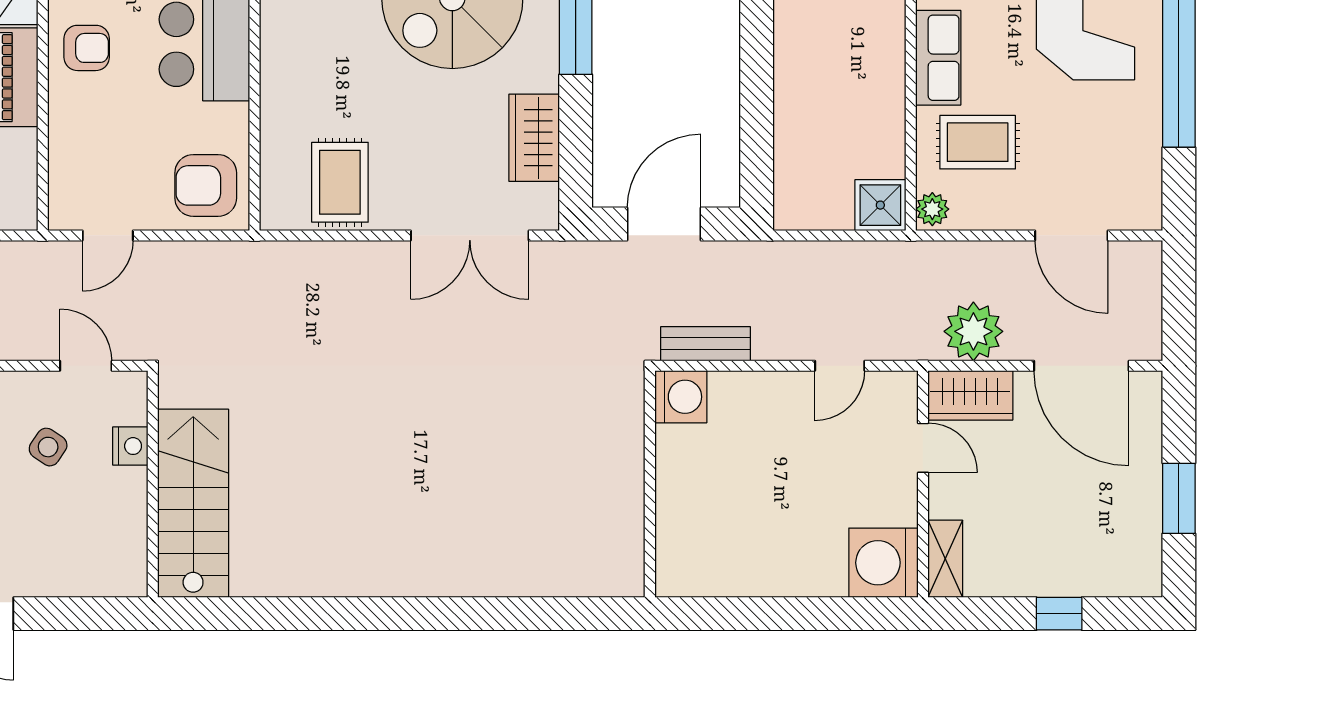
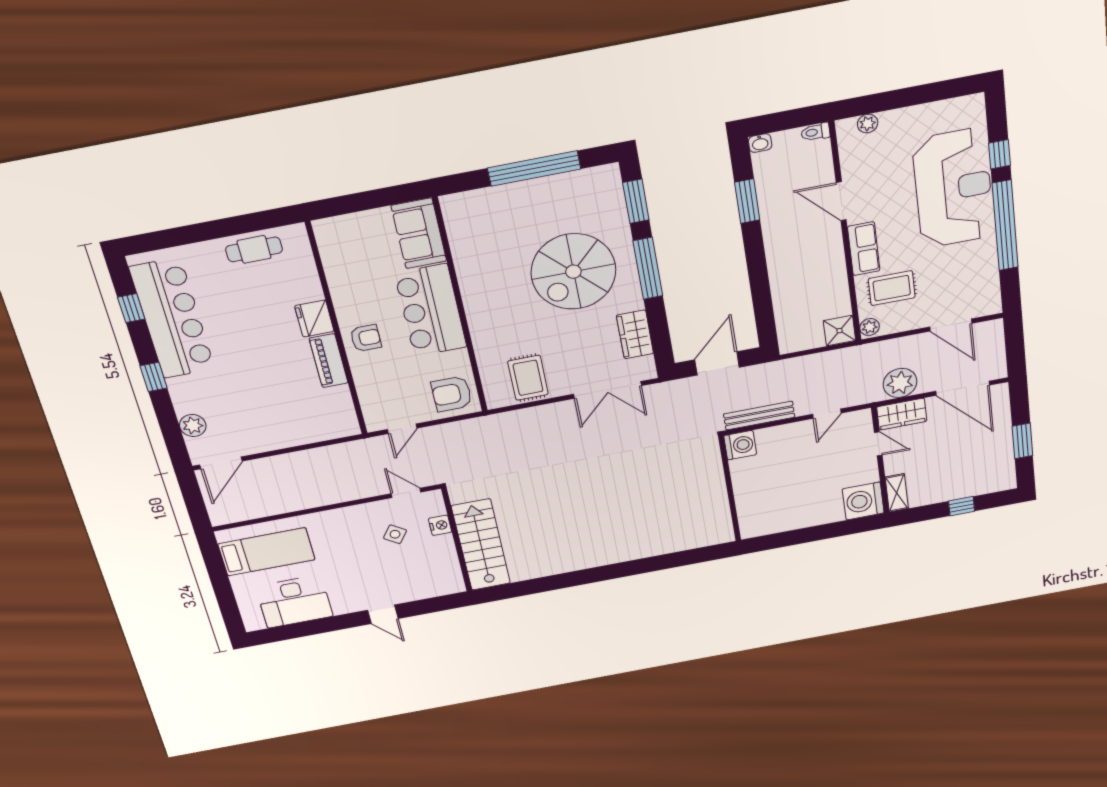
bench: (706, 344) -> (759, 416), width x1.36

